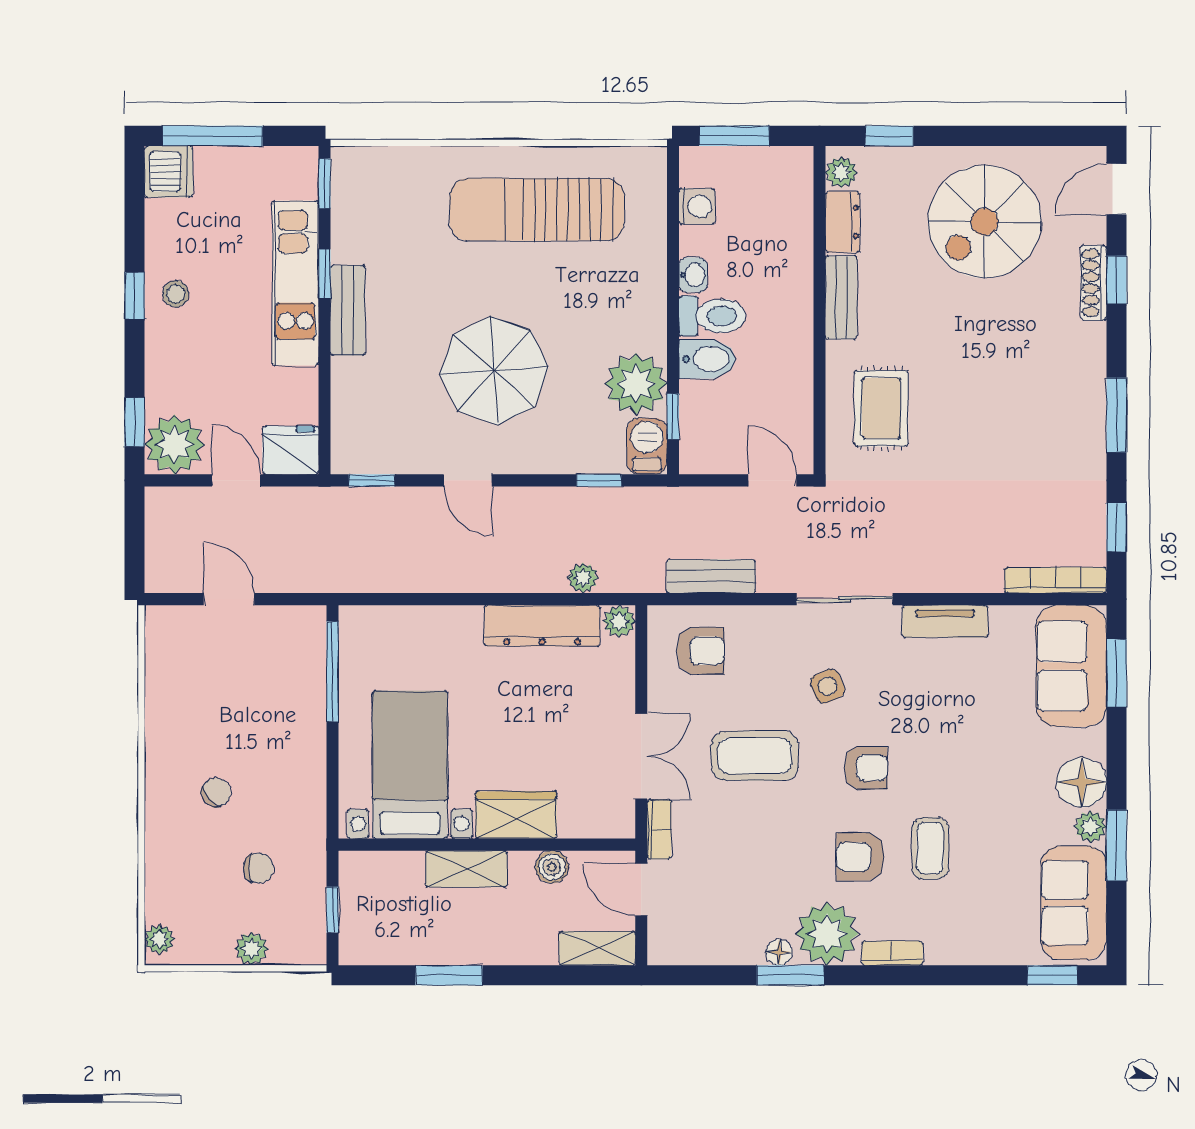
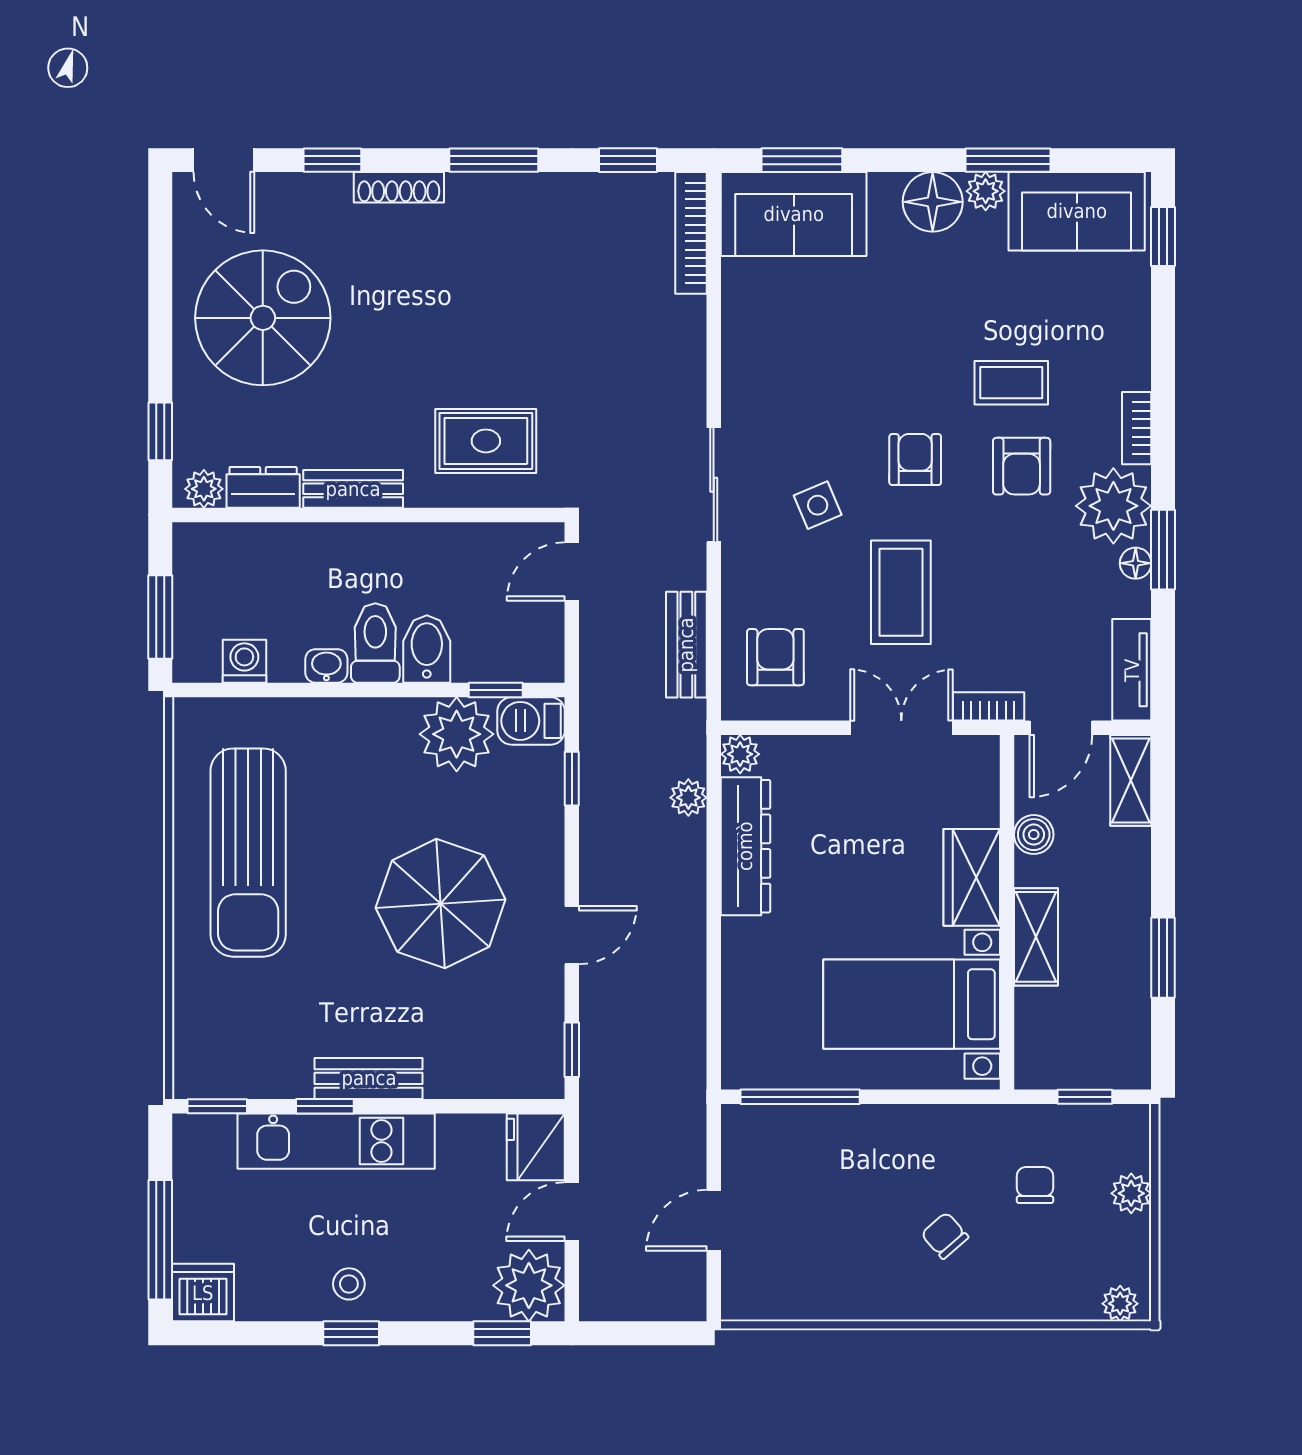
spiral stairs: (984, 222) -> (263, 318), turned -90
shoe rack: (1094, 283) -> (399, 187), moved
tv unit: (945, 621) -> (1132, 670), moved, turned 180

